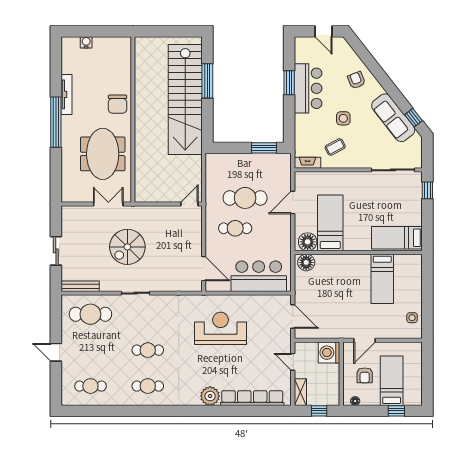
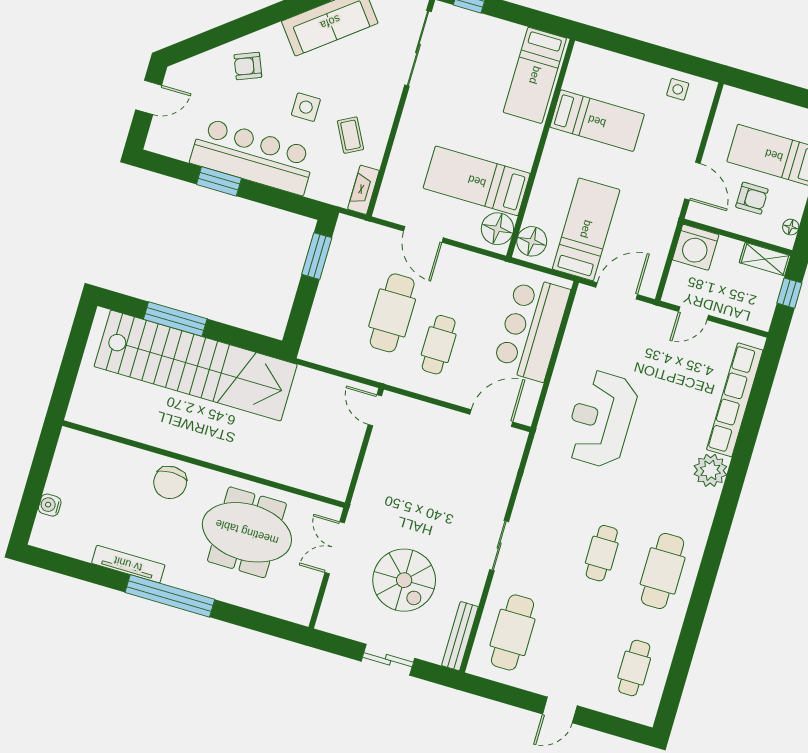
bar counter: (308, 88) -> (253, 156), width x1.36
chair: (118, 104) -> (170, 482), turned 90
spiral stairs: (127, 247) -> (404, 580), moved
bed: (321, 290) -> (586, 229), added
cafe table: (148, 386) -> (663, 571), width x1.37, depth x1.35
shelving: (300, 392) -> (765, 259), moved

